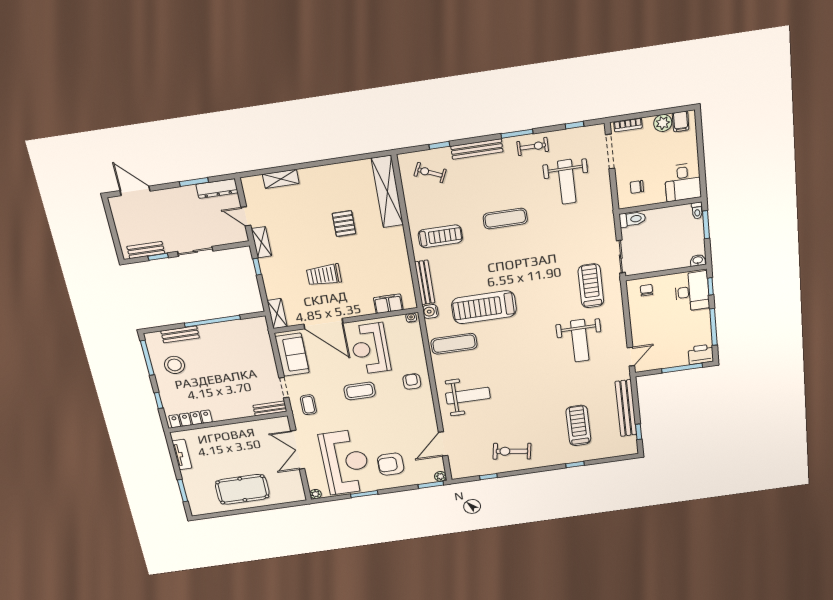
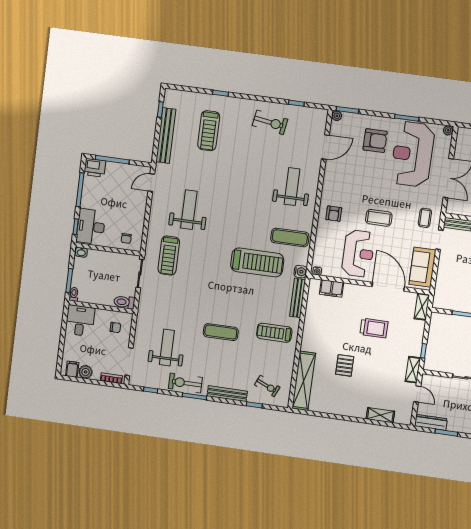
exercise bike: (533, 146) -> (185, 383), width x1.38, depth x1.39
weight bench: (468, 396) -> (292, 187), turned 90

